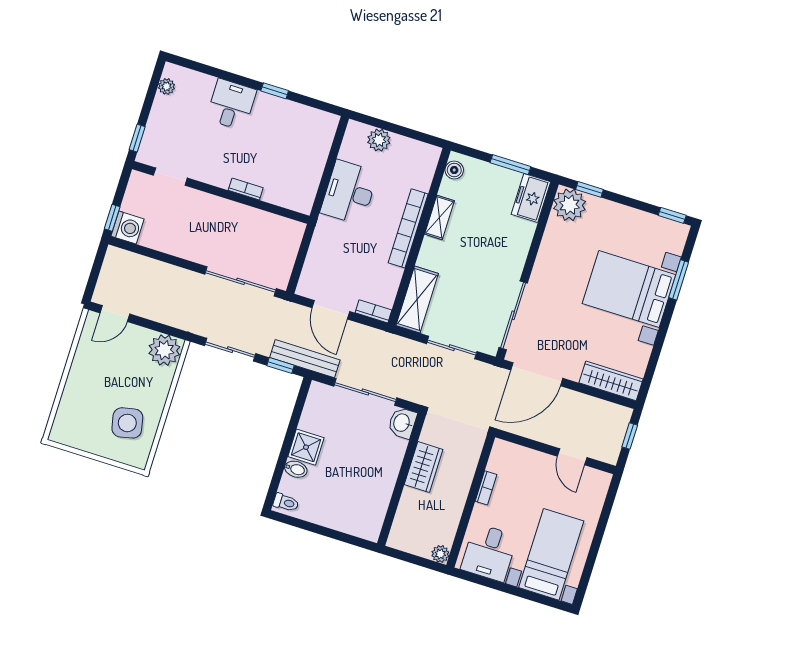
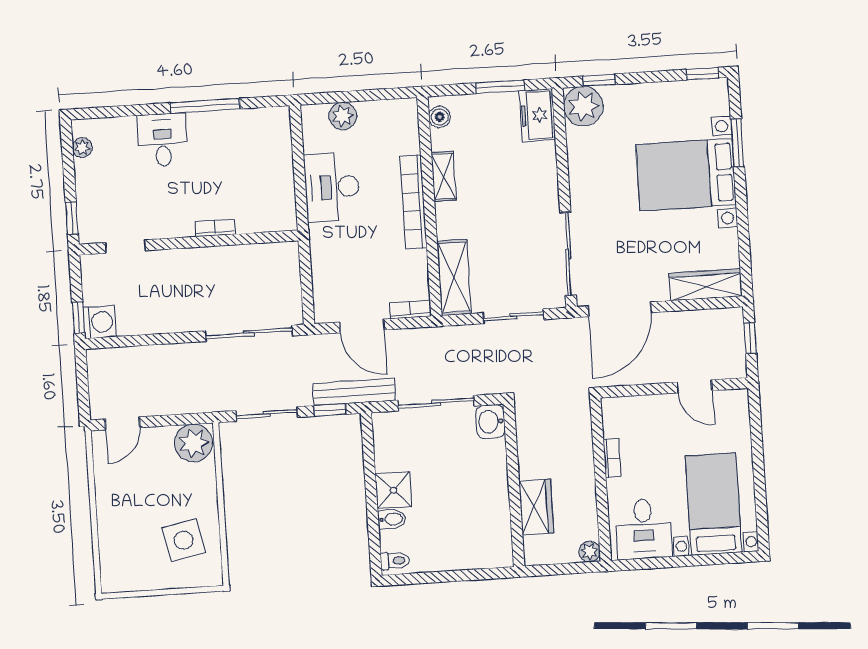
window: (275, 91) -> (205, 106), width x2.17
wardrobe: (424, 467) -> (536, 507), moved

